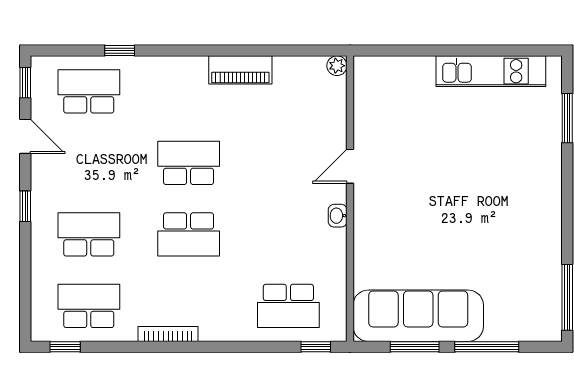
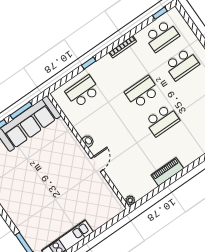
window: (316, 347) -> (89, 63), moved

